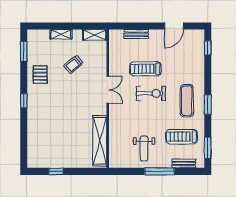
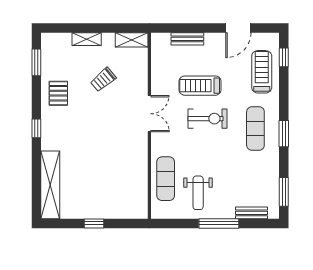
treadmill: (182, 137) -> (262, 72), moved, turned 90
exercise mat: (120, 138) -> (166, 179), added
shelving: (100, 141) -> (50, 185), moved
window: (56, 171) -> (94, 223), moved

